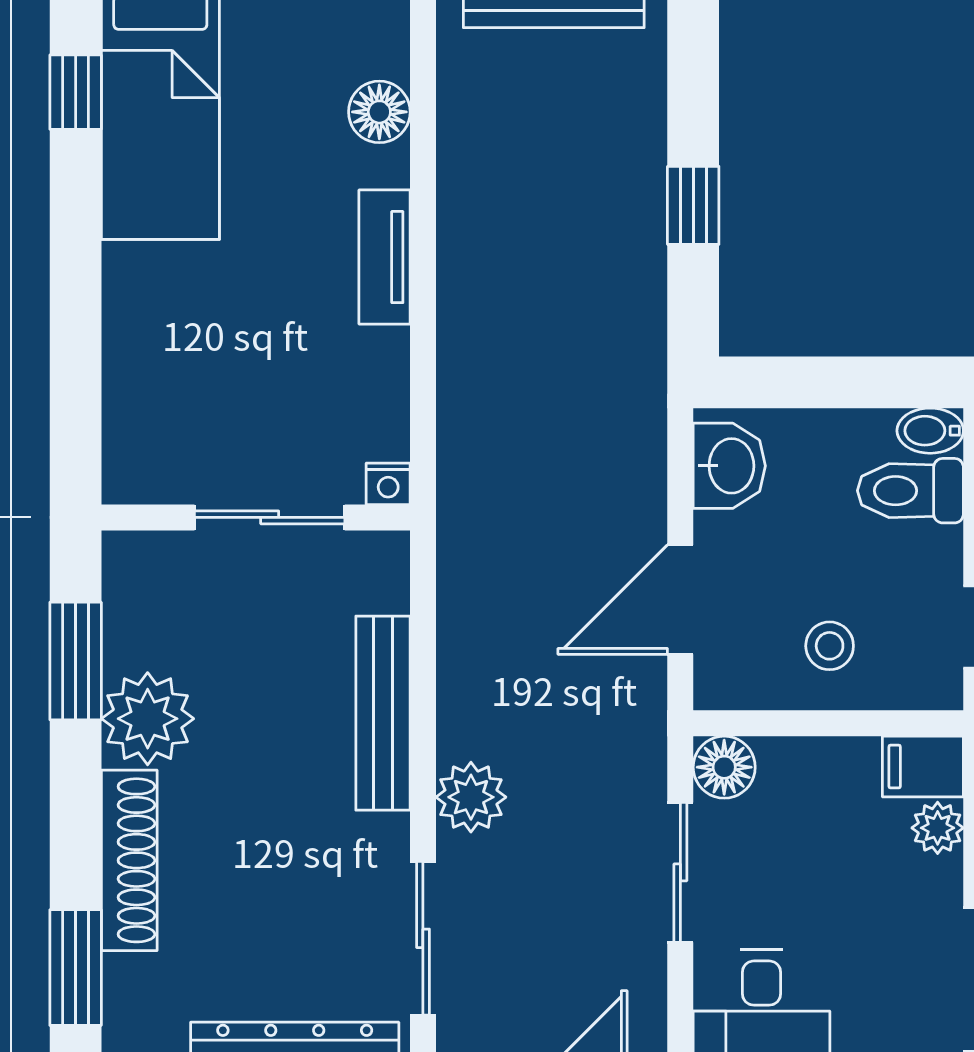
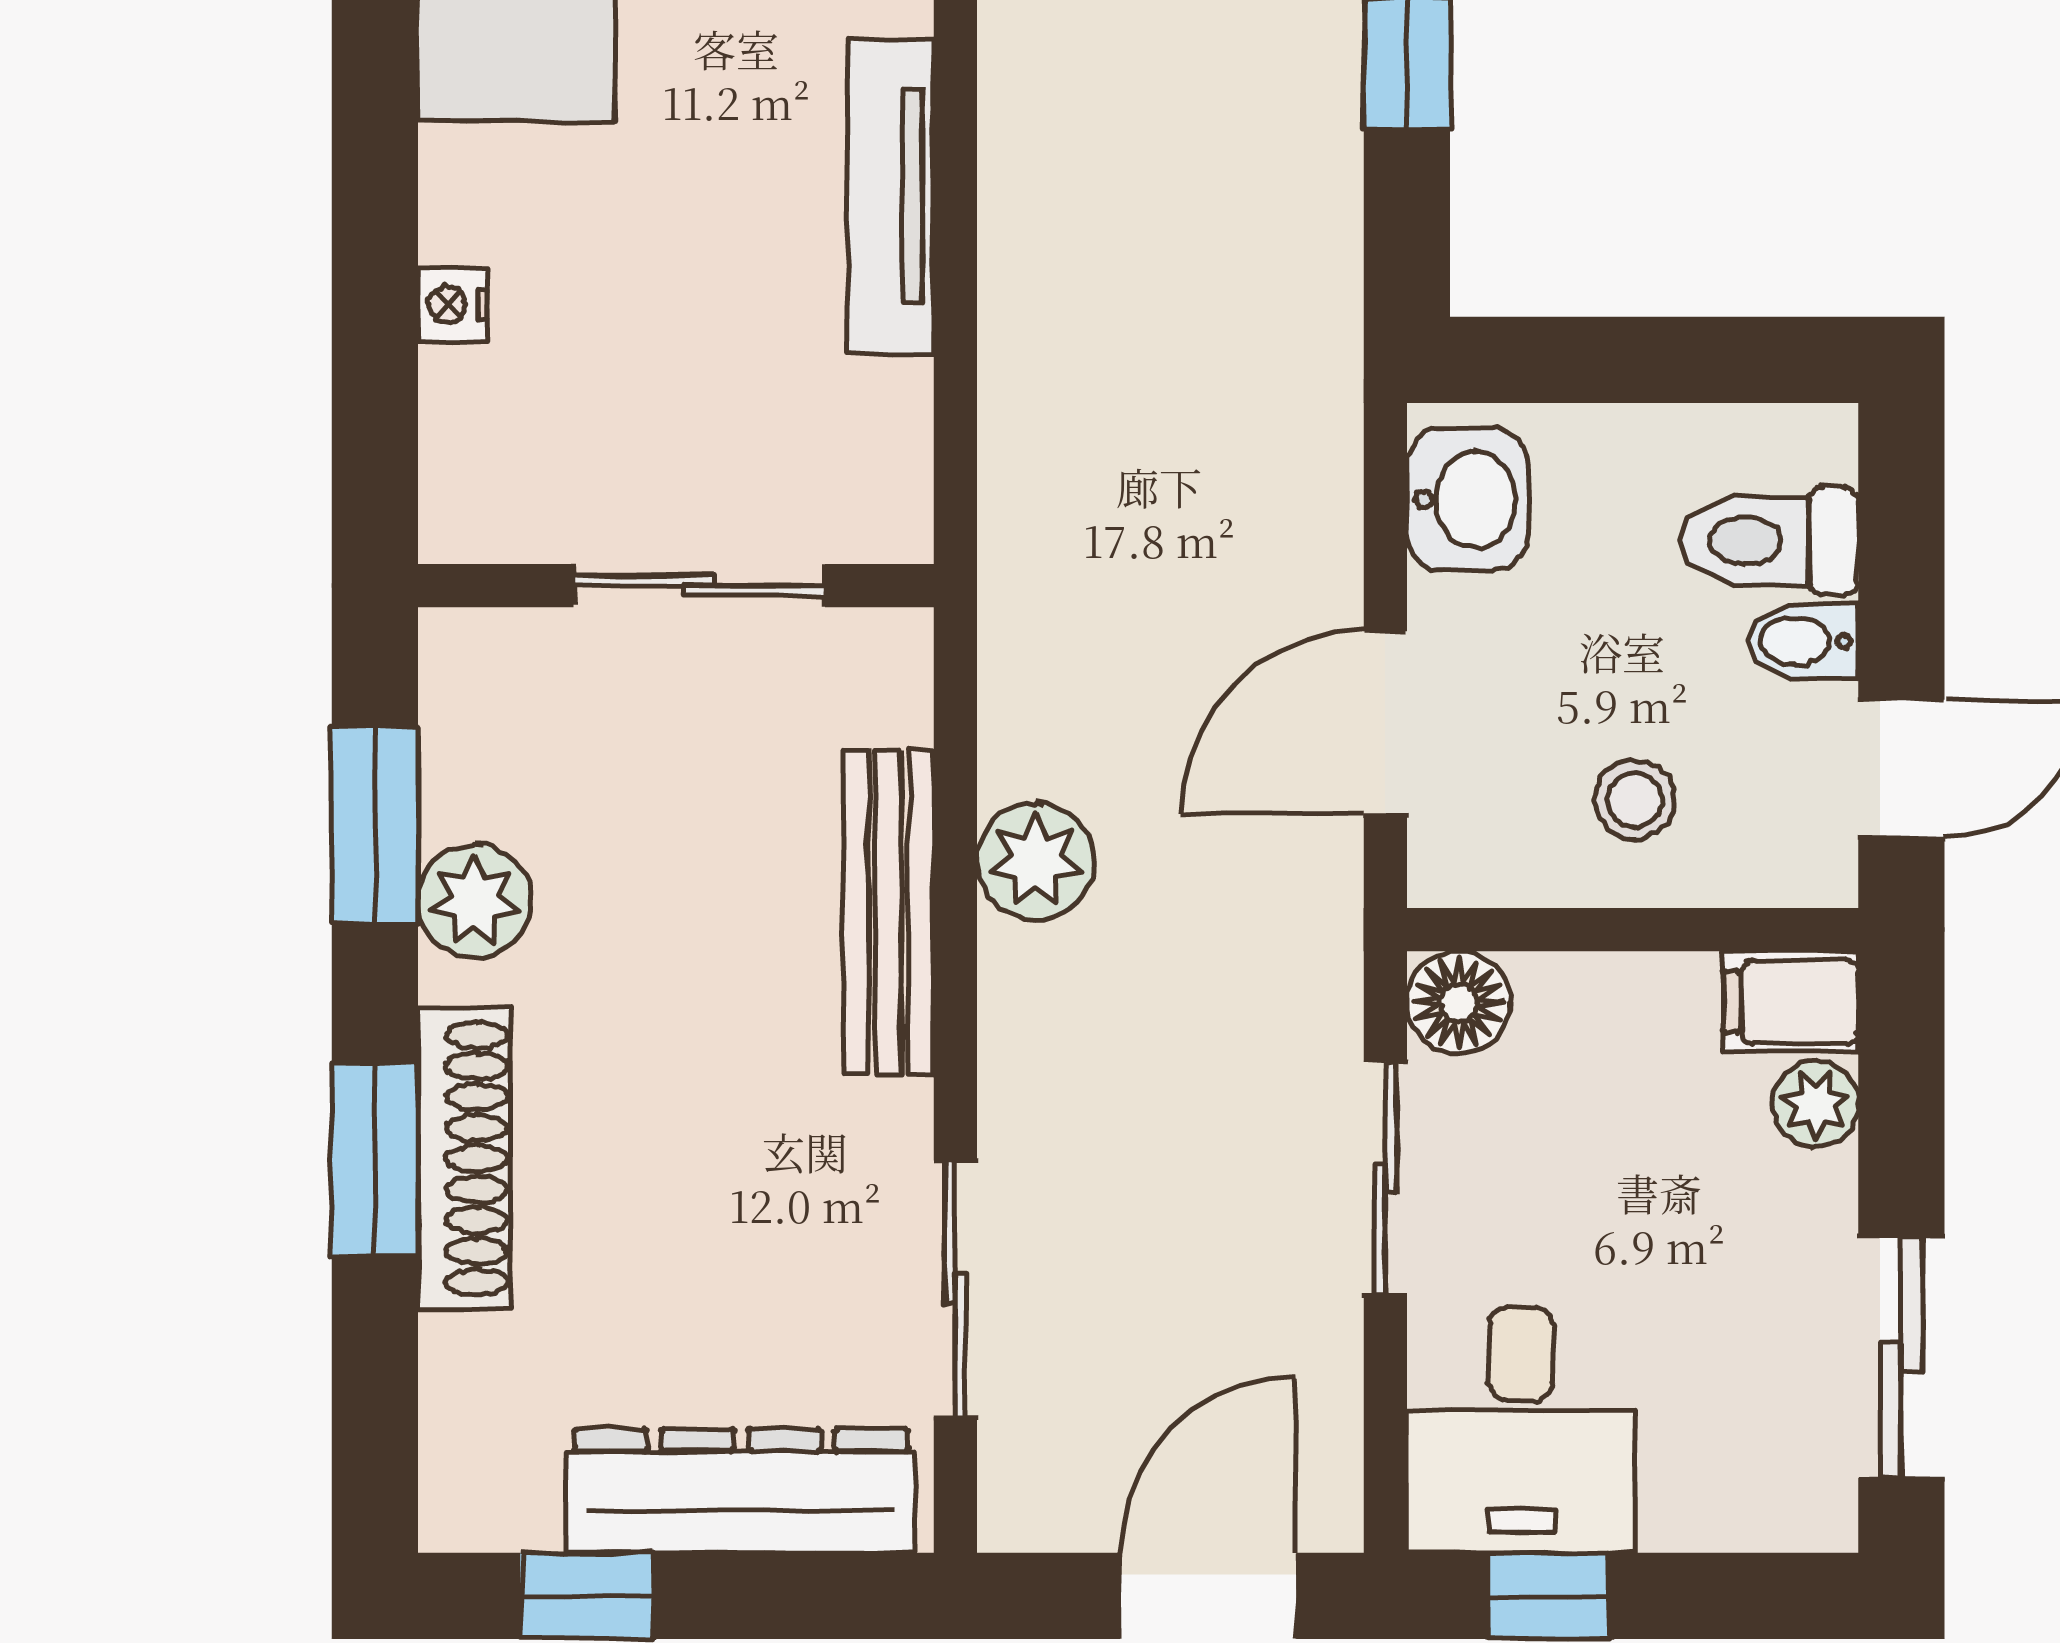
tv unit: (385, 257) -> (891, 196), width x1.41
bidet: (930, 431) -> (1803, 641), moved
nightstand: (388, 484) -> (453, 305), moved, turned 90
plant: (148, 719) -> (475, 901), width x0.73, depth x0.73
plant: (471, 797) -> (1035, 861), moved
window: (76, 968) -> (375, 1159), moved

